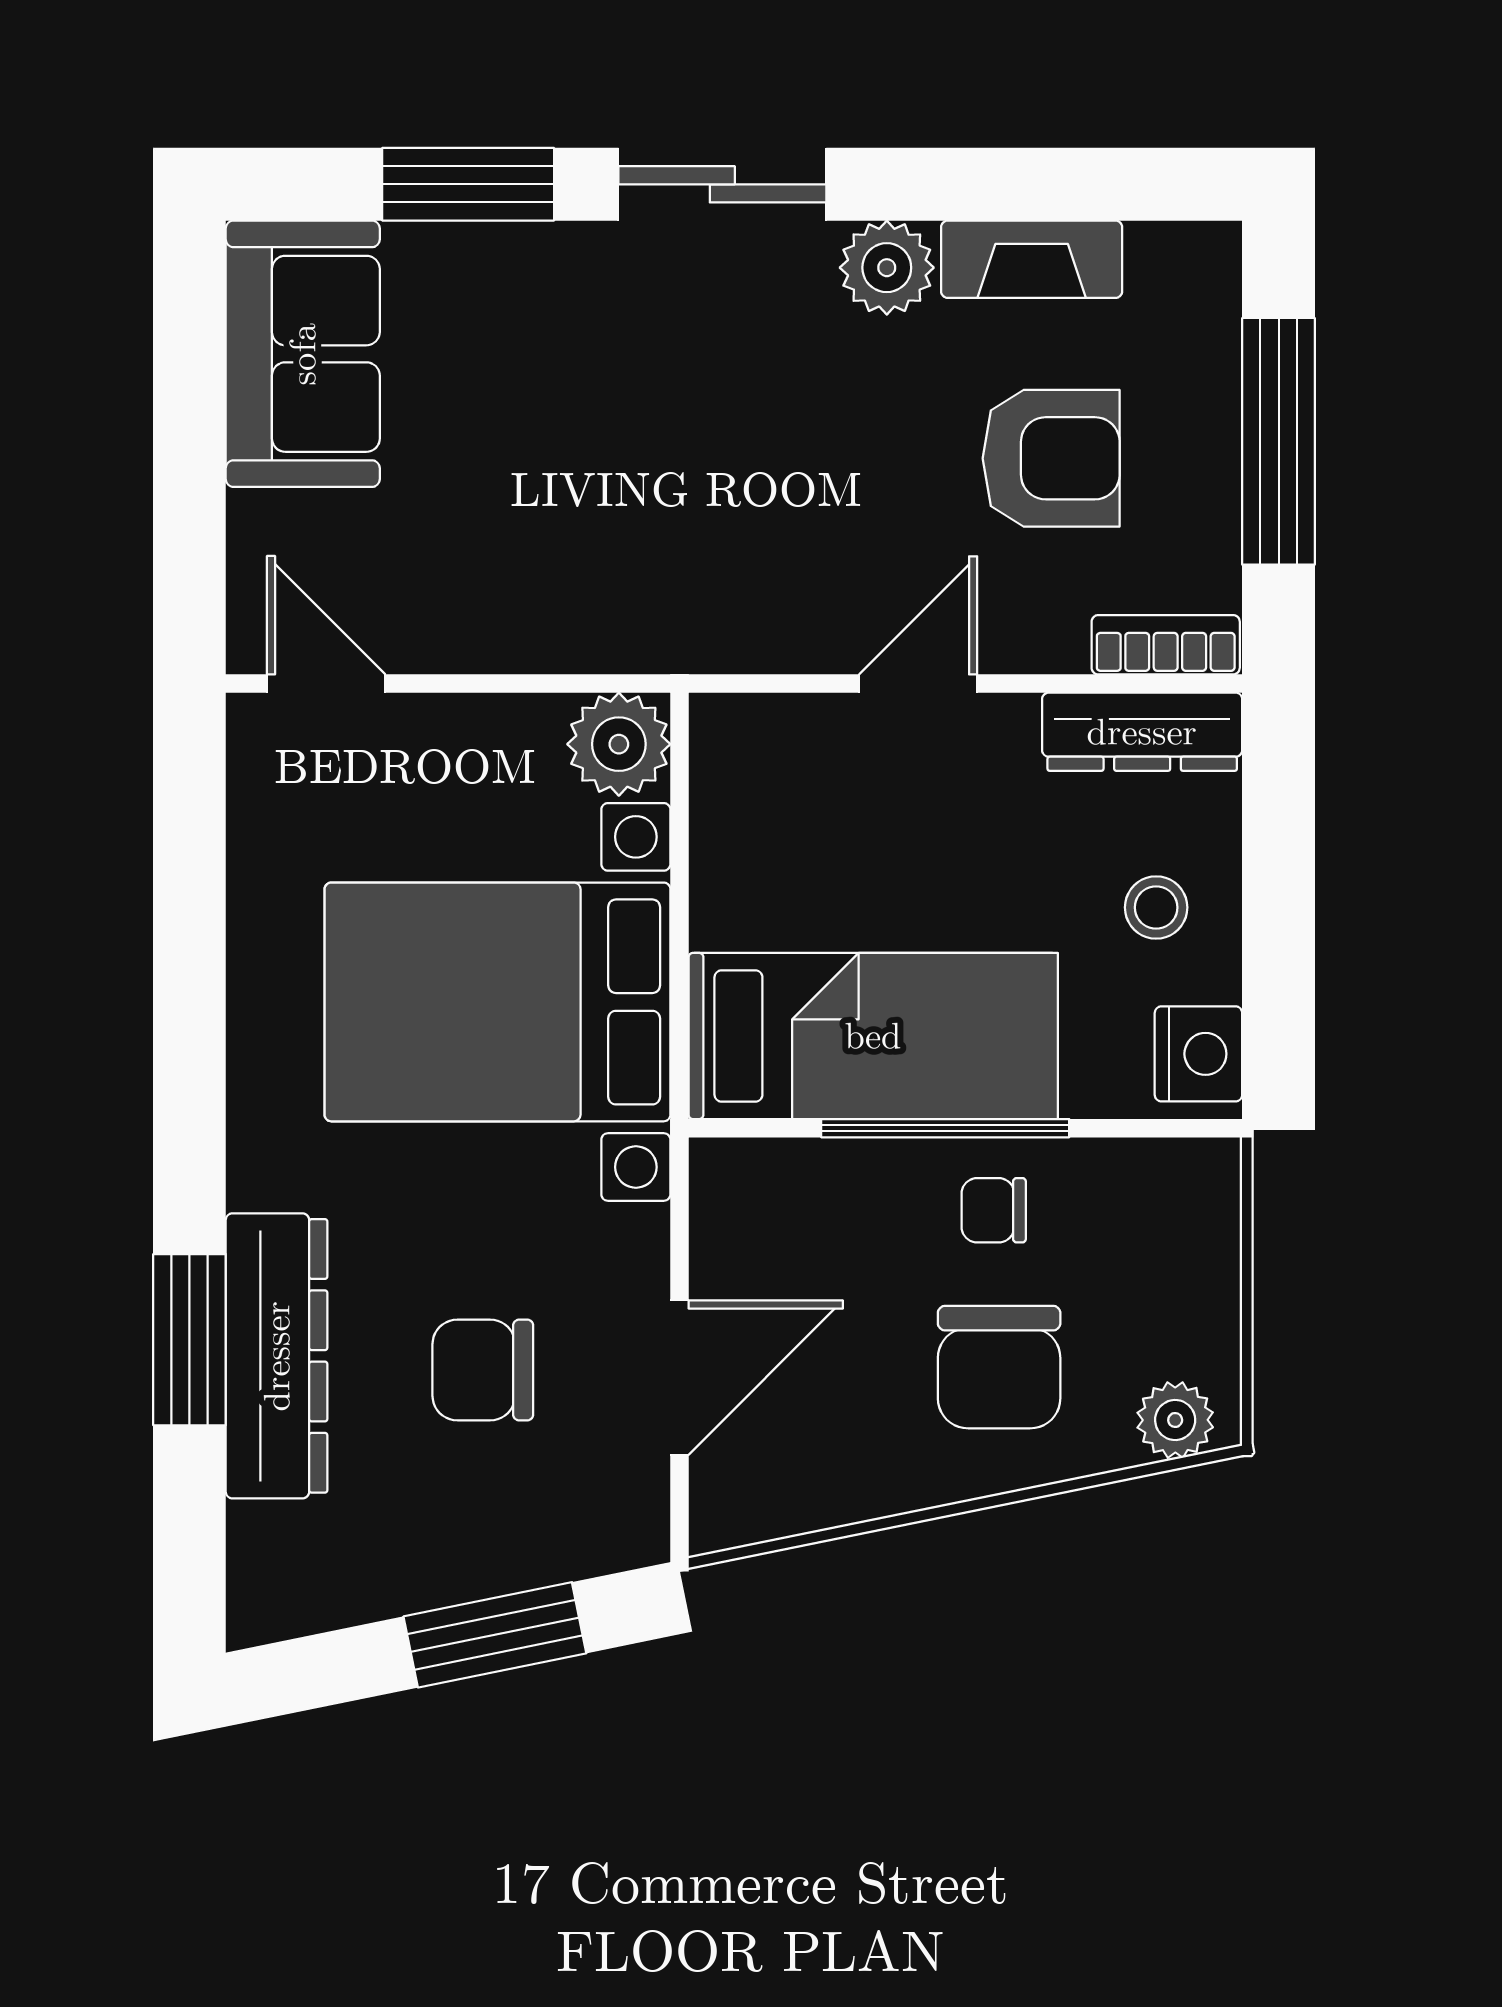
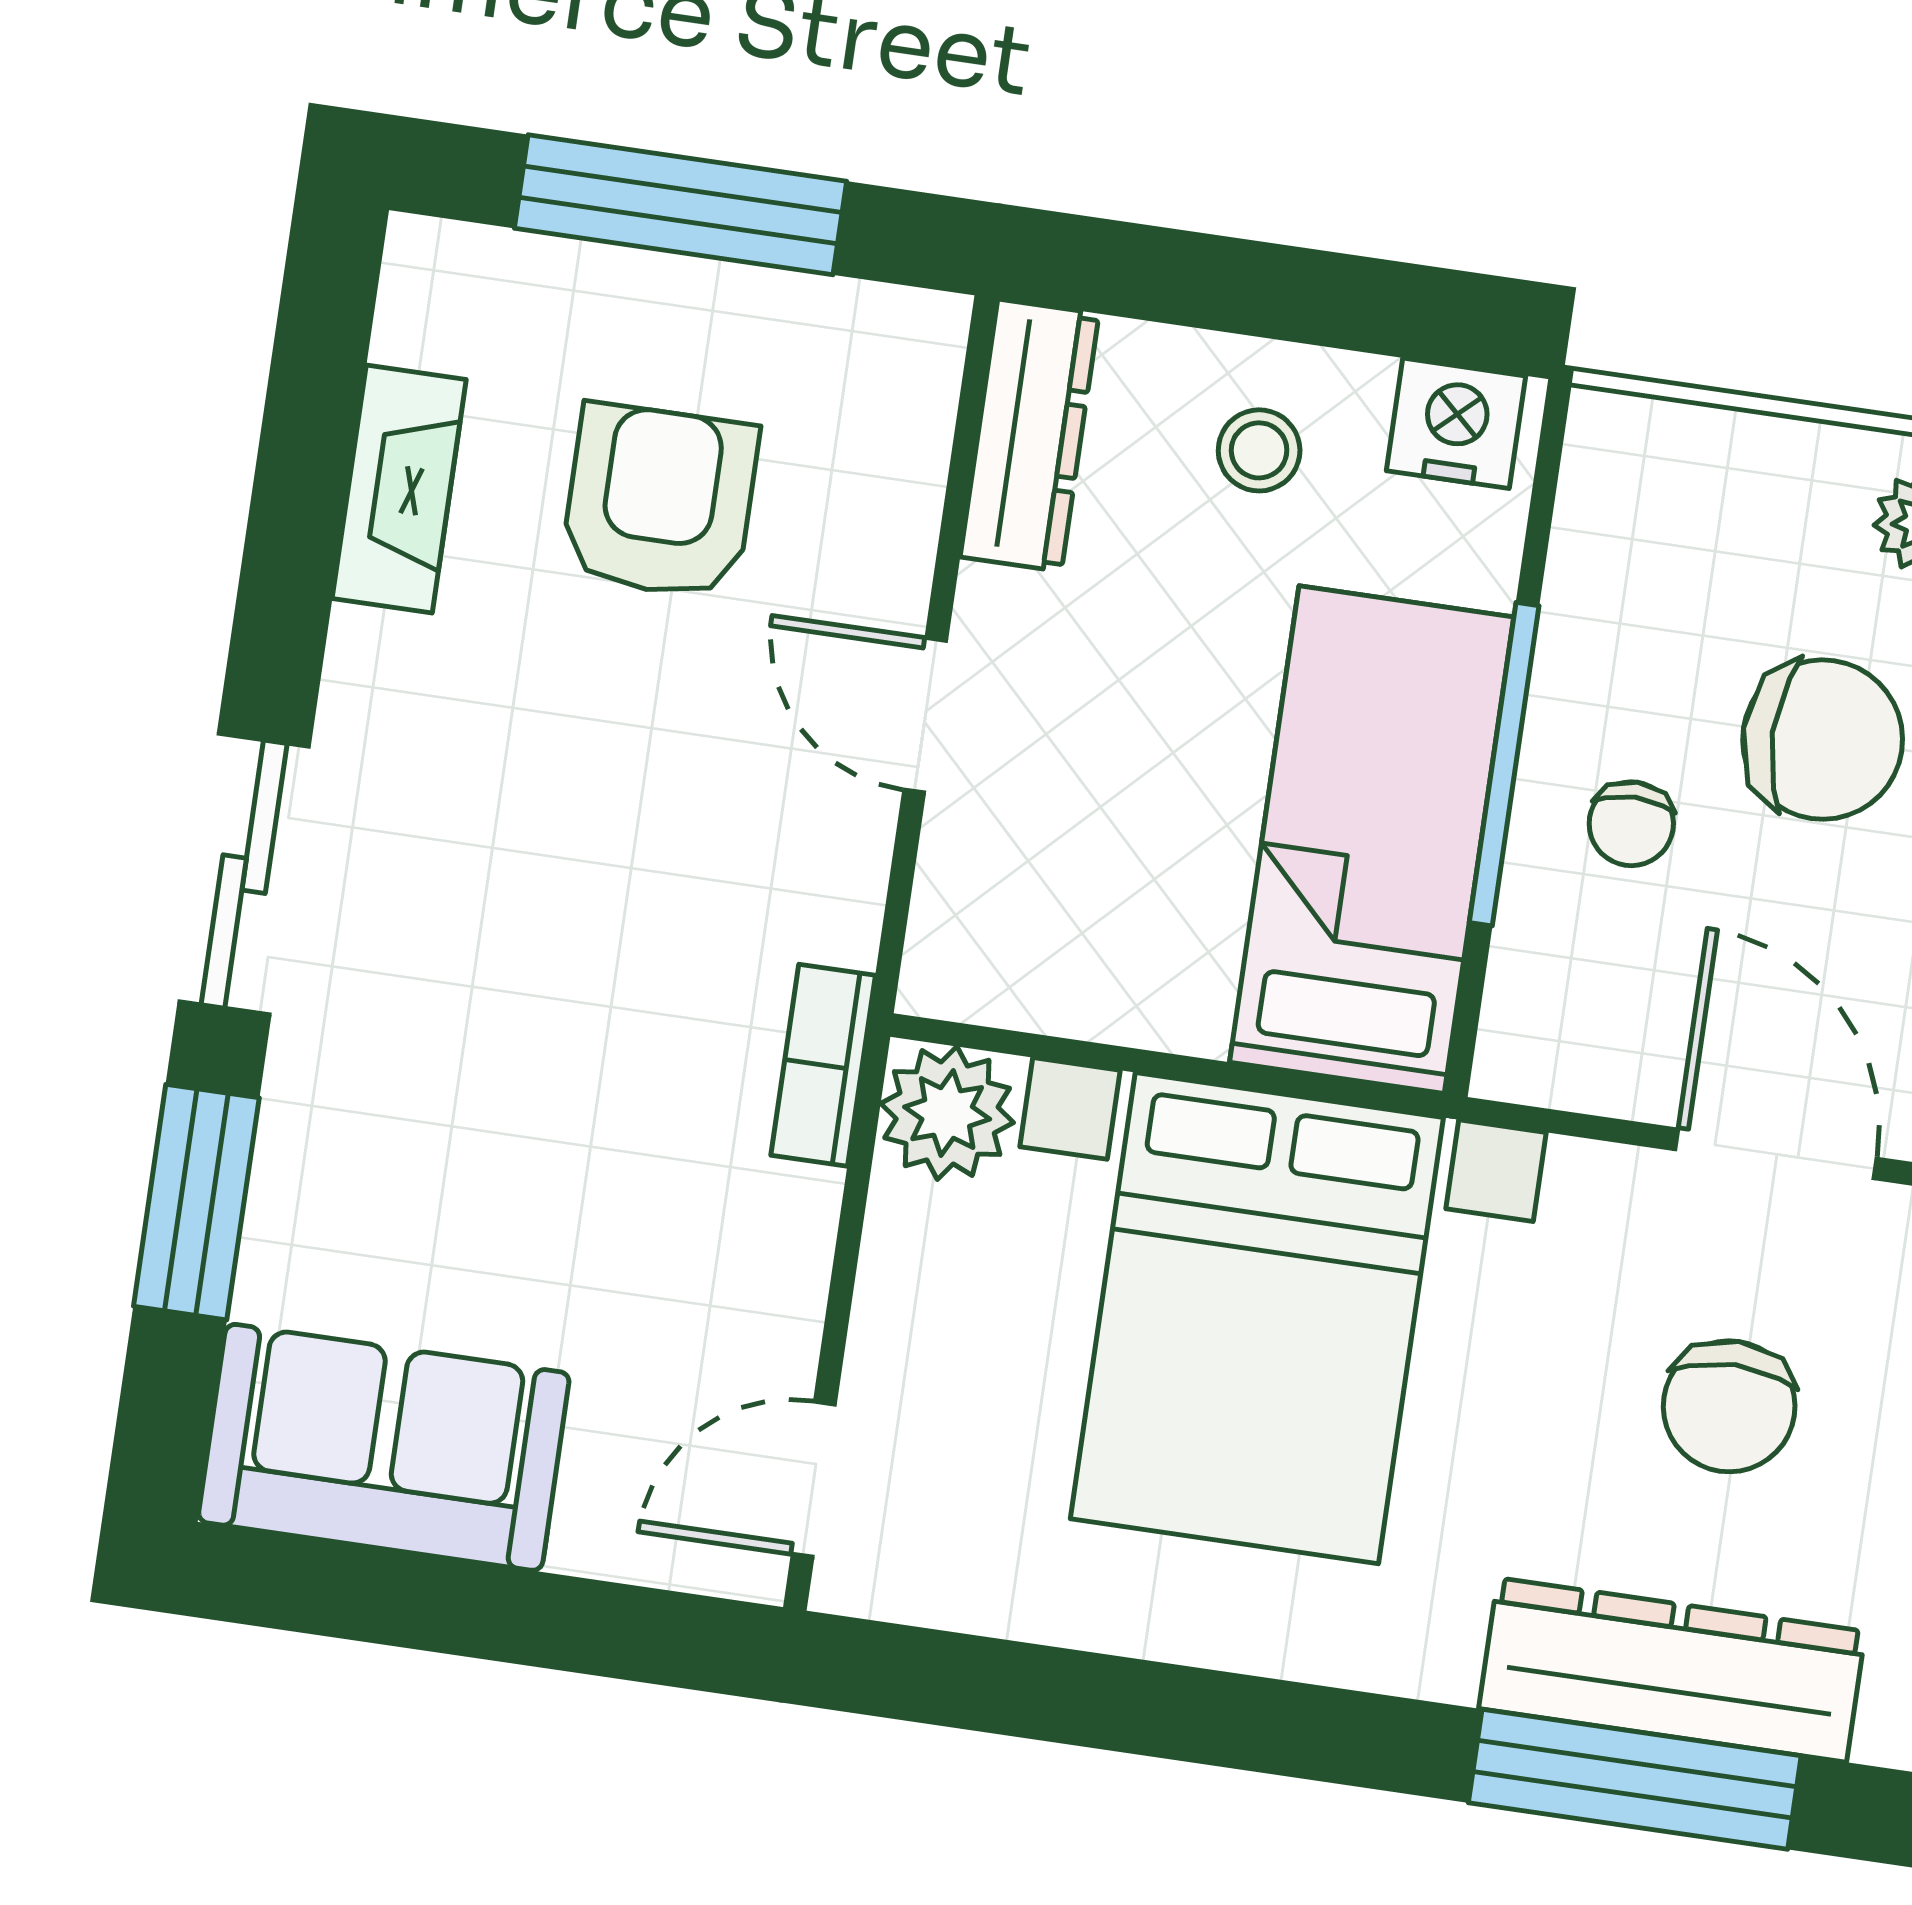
plant: (887, 268) -> (383, 678), removed
bookcase: (1166, 645) -> (823, 1065), moved
chair: (994, 1210) -> (1631, 824), moved
window: (189, 1340) -> (1635, 1779), width x1.44

